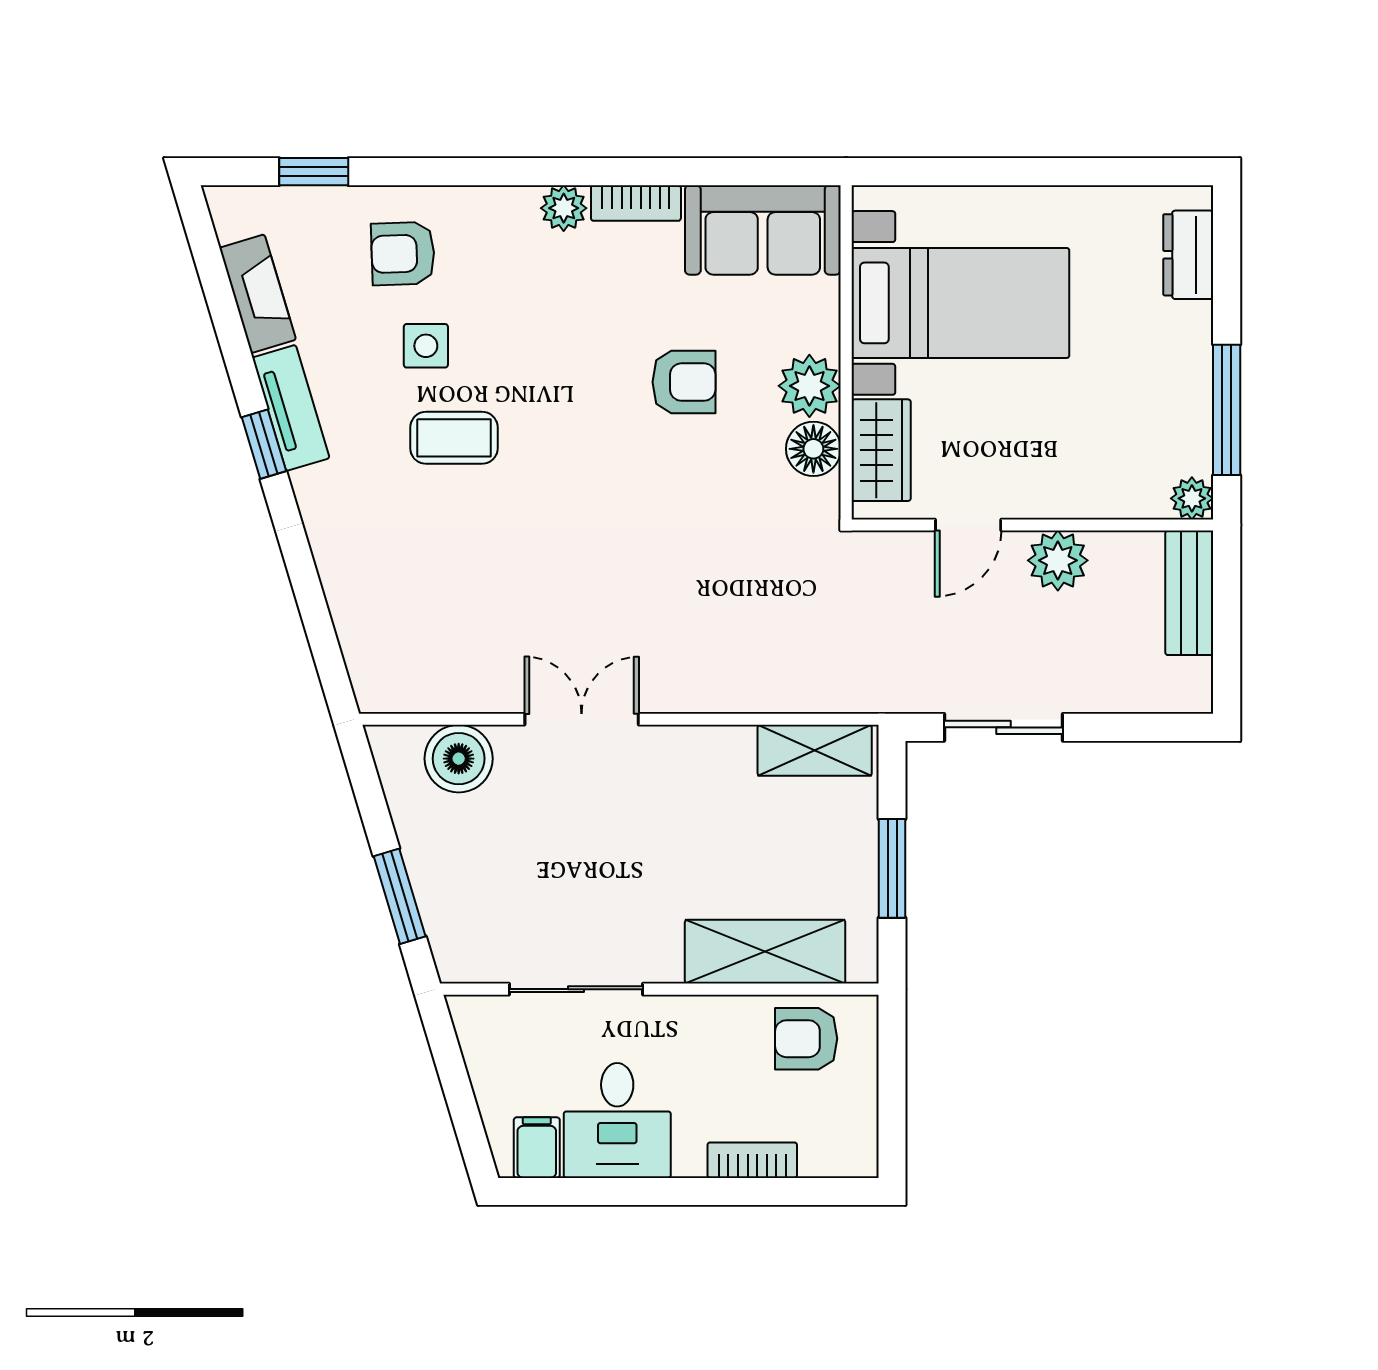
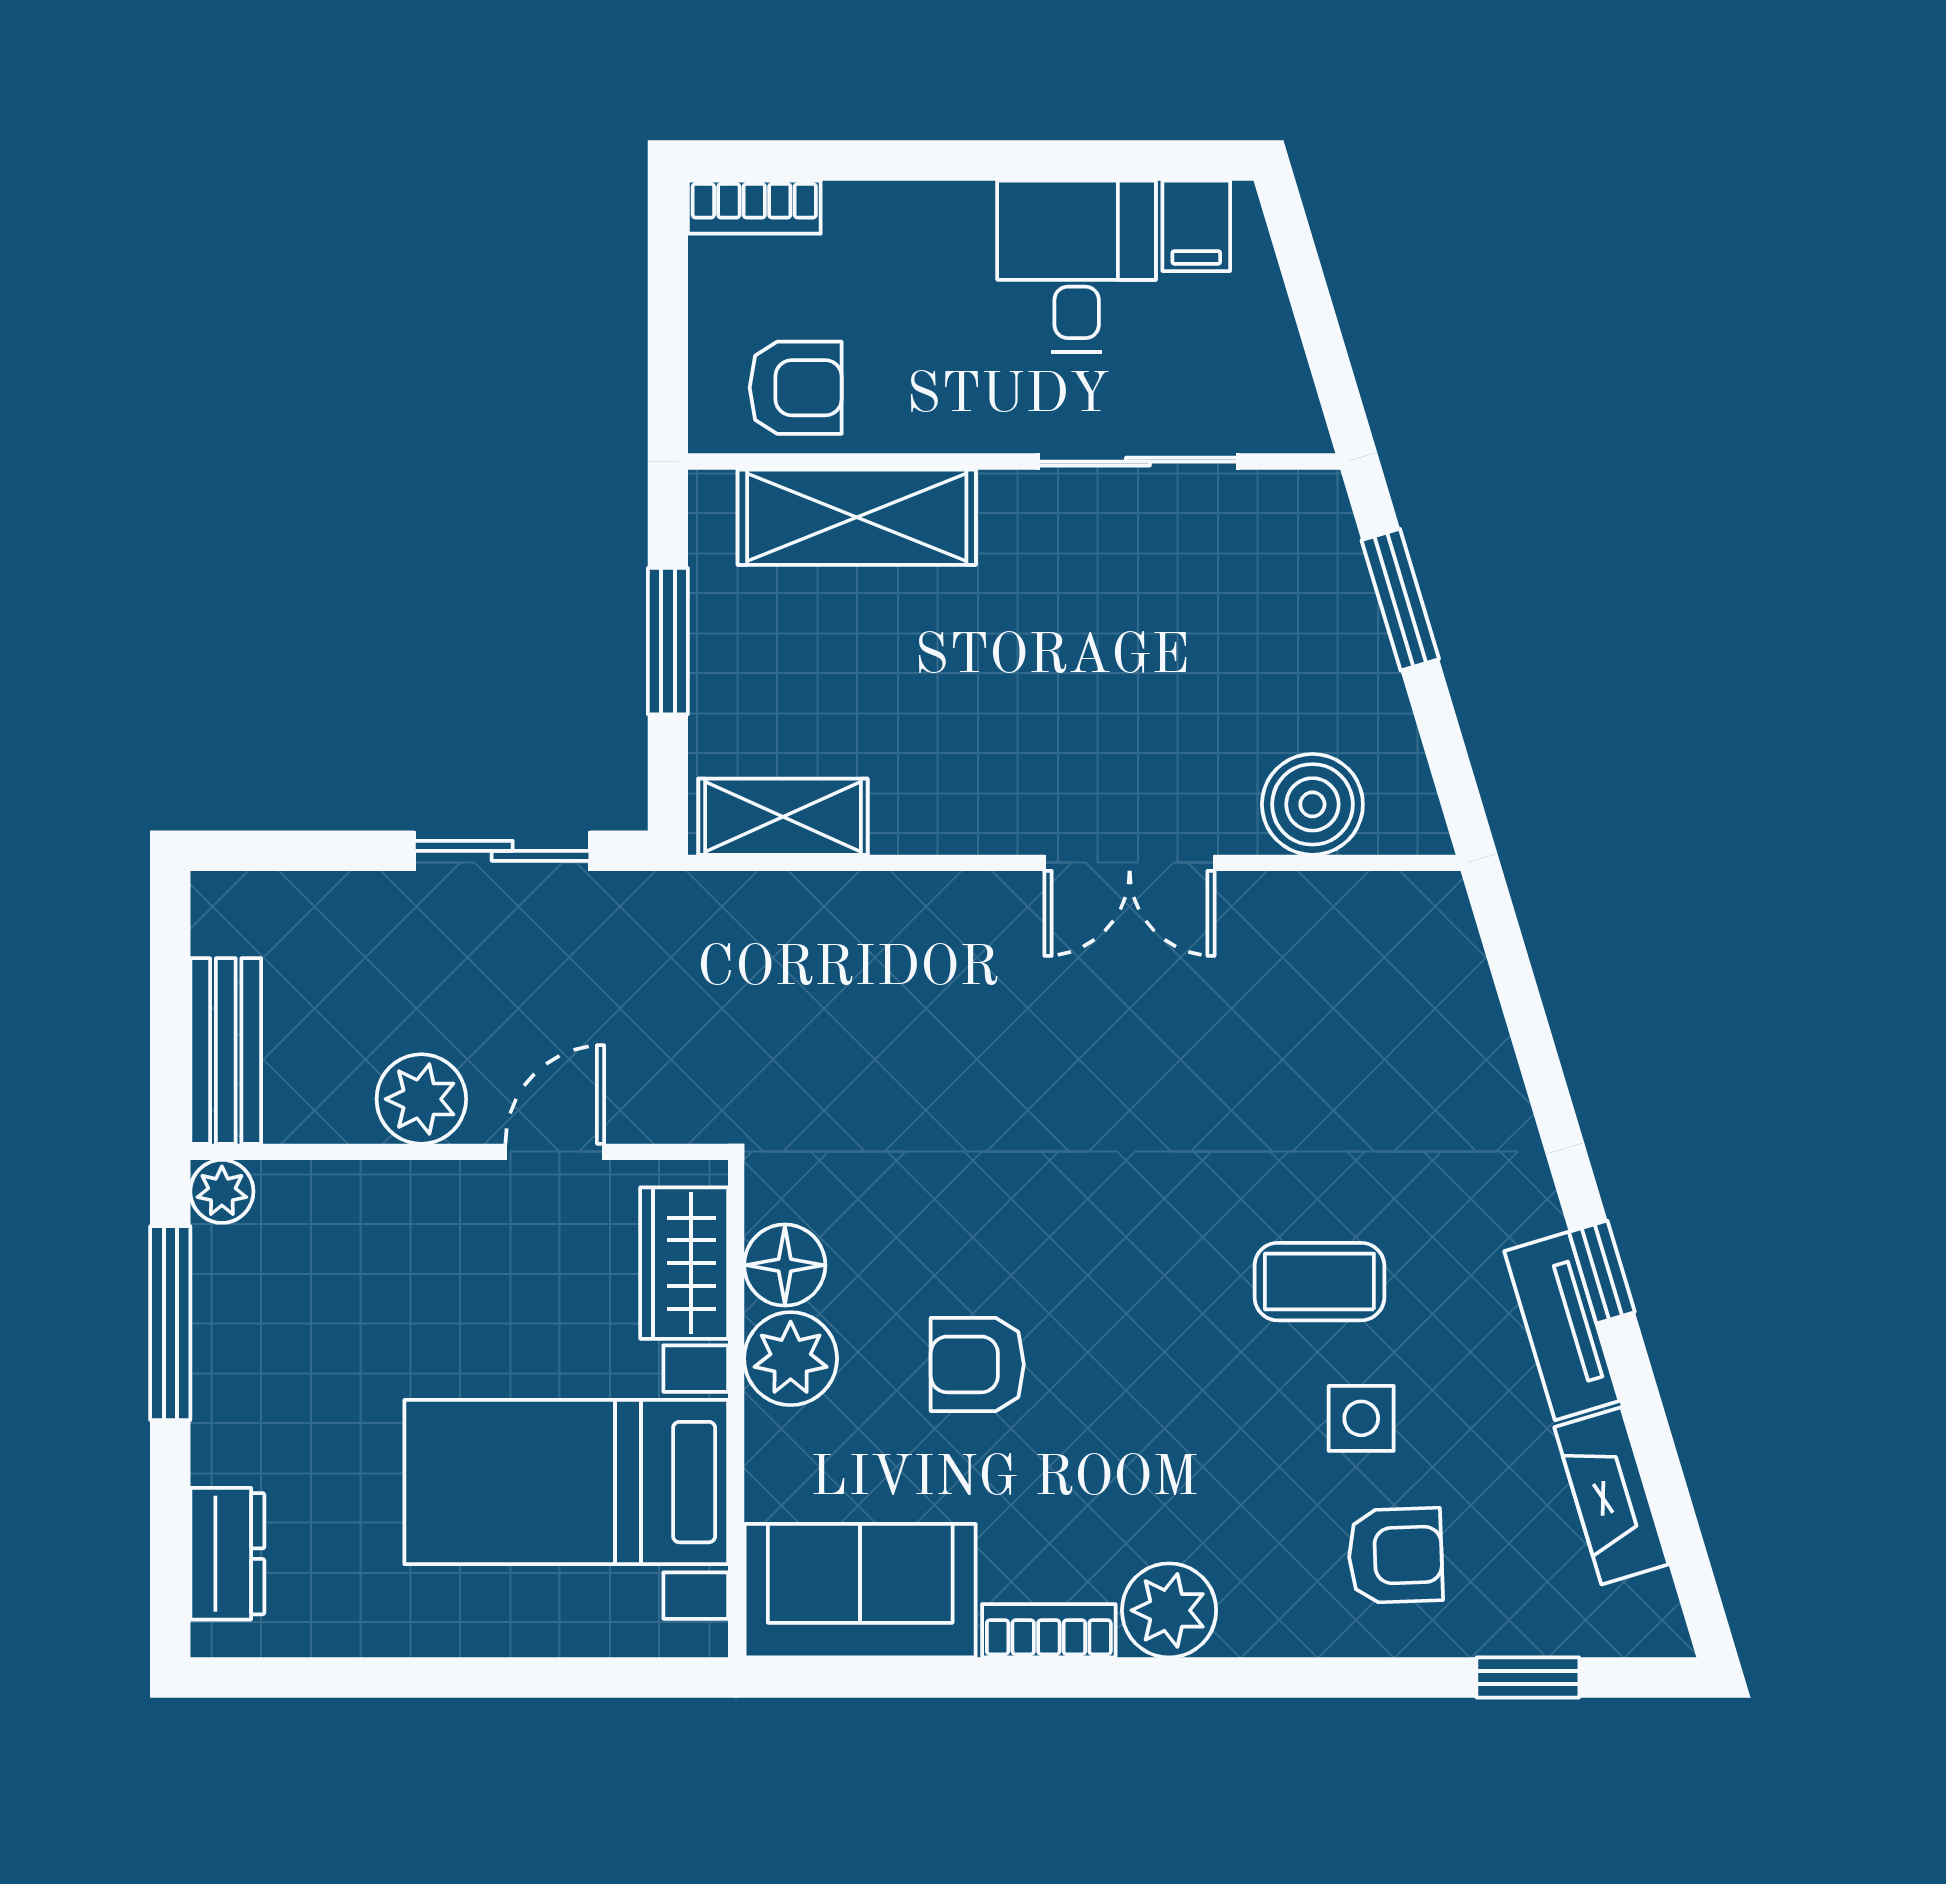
plant: (564, 208) -> (1169, 1610), width x1.38, depth x1.38
bookcase: (752, 1160) -> (754, 207), moved

